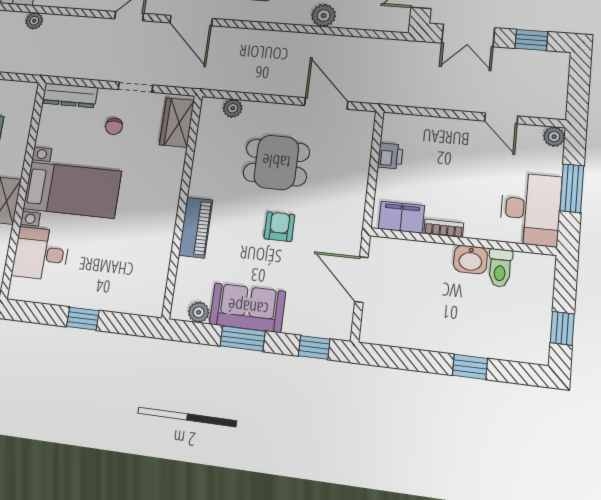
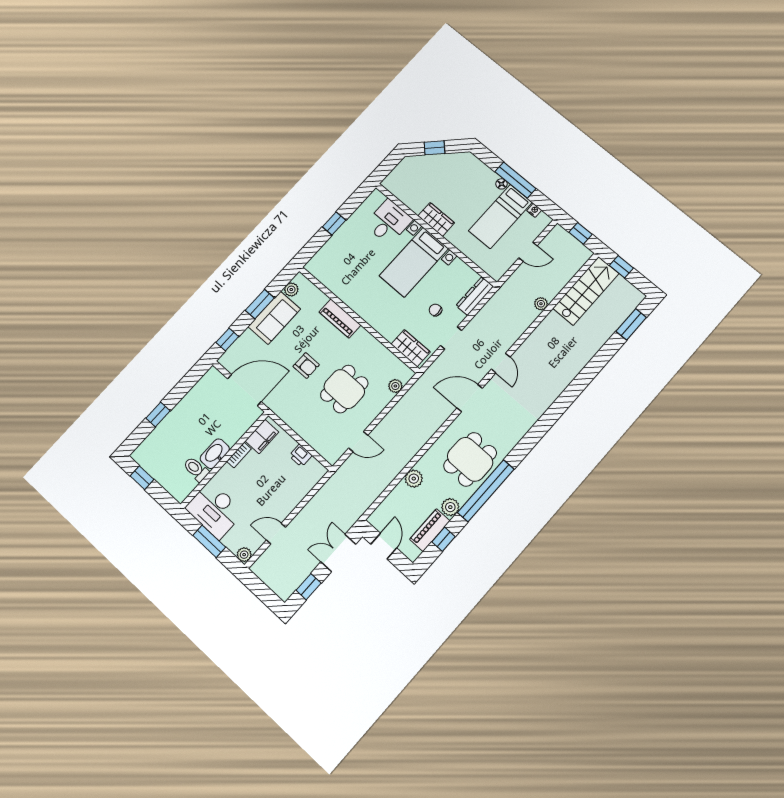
door: (326, 103) -> (358, 442), width x0.73
washbasin: (470, 260) -> (215, 454), width x1.38
door: (361, 280) -> (244, 390), width x1.36

